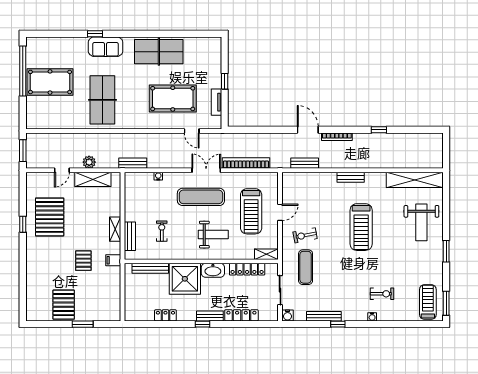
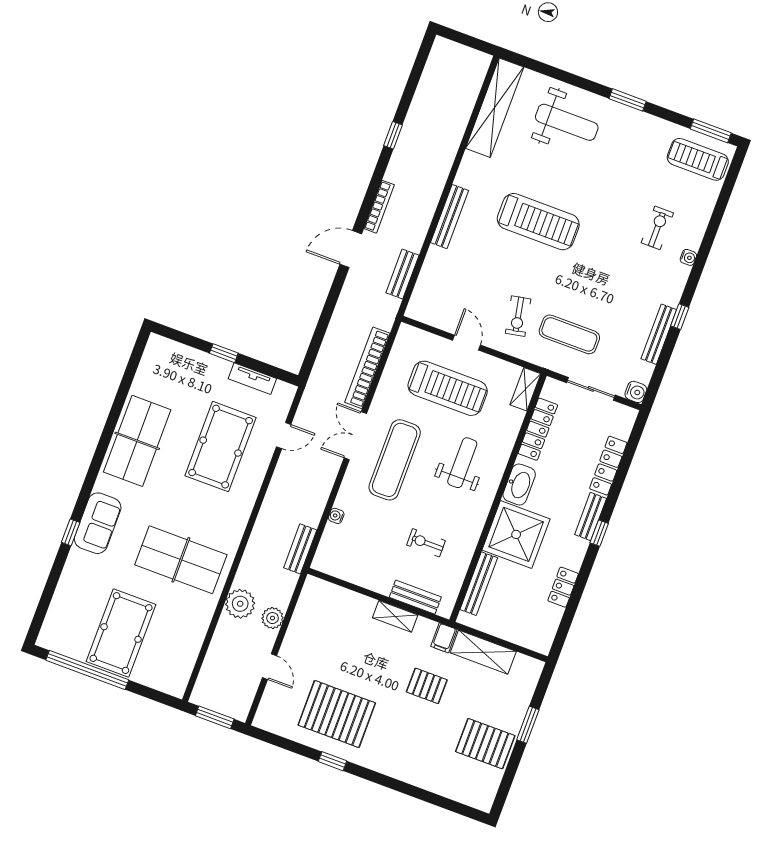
plant: (90, 141) -> (240, 604), added
bench: (351, 177) -> (449, 217), width x1.36
shelving: (93, 179) -> (483, 652), moved, turned 90

